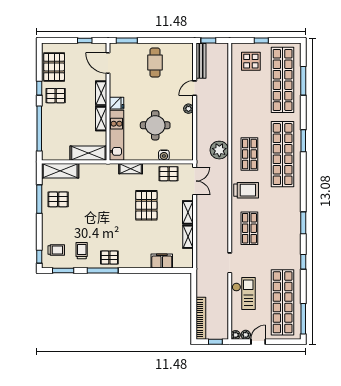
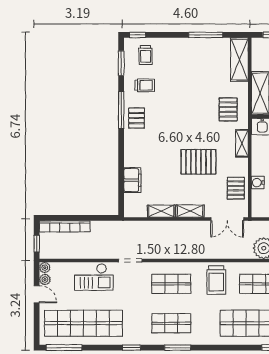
pallet: (58, 199) -> (228, 109), moved
shop shelf: (283, 228) -> (171, 323), added

